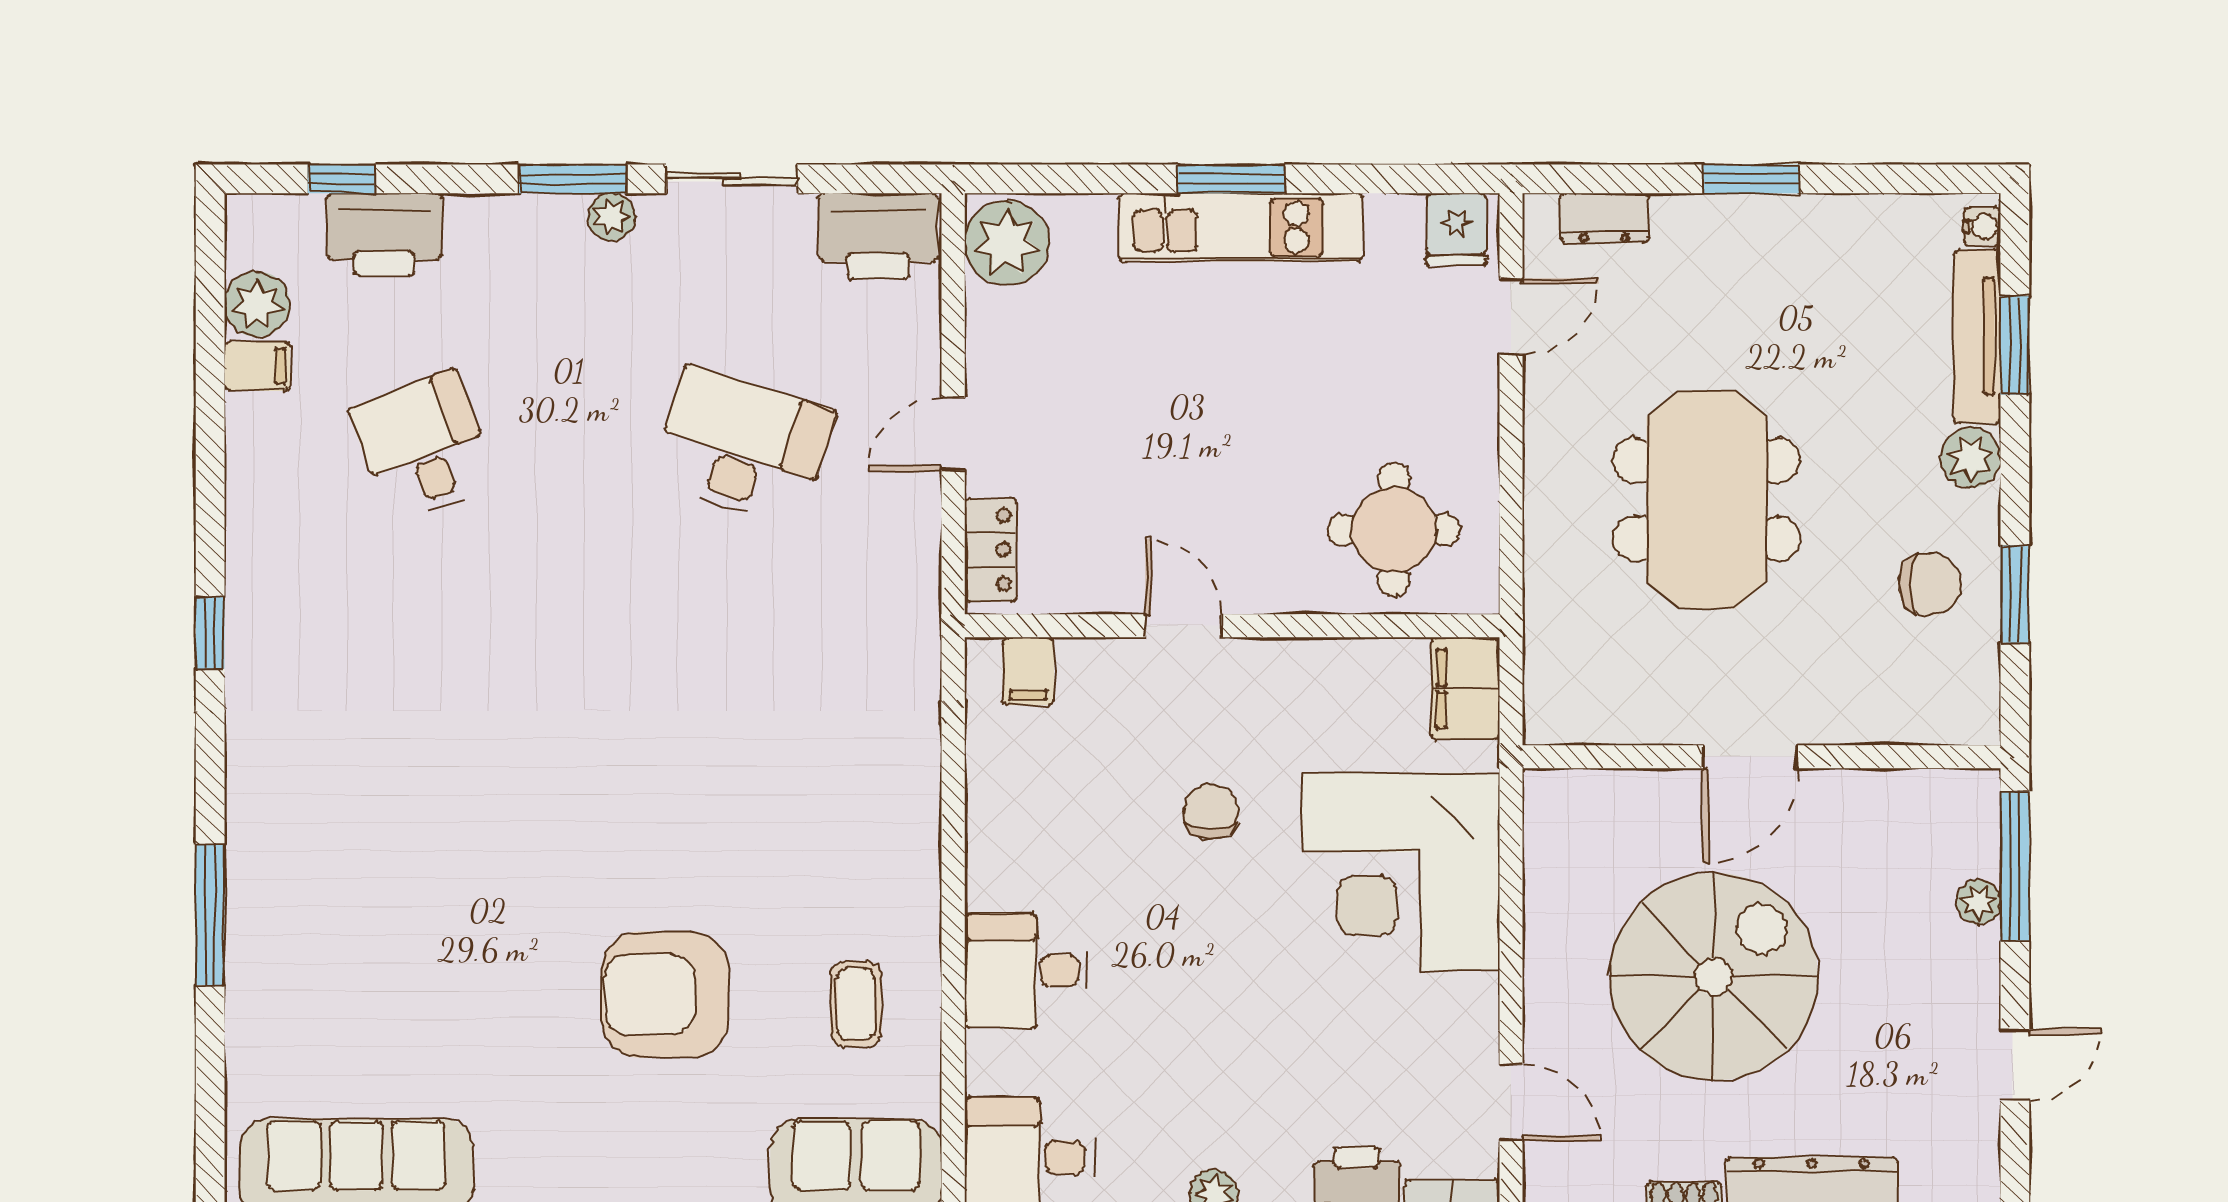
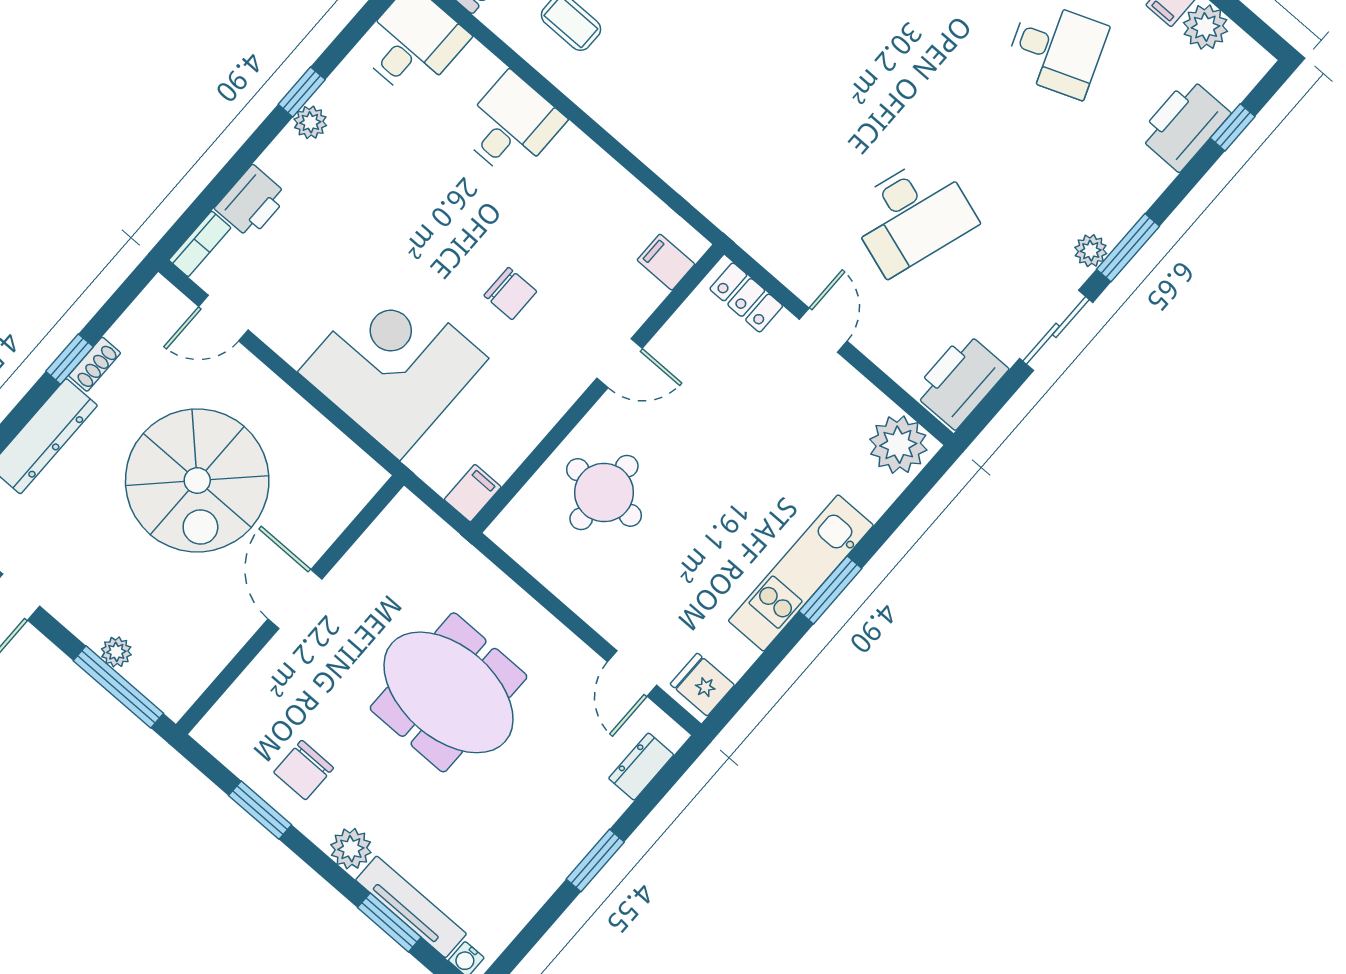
round table: (1394, 530) -> (604, 492), moved
filing cabinet: (1465, 689) -> (473, 493), width x0.50

